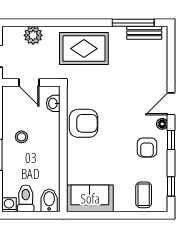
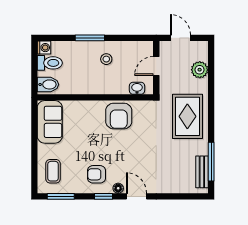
window: (171, 186) -> (61, 196), width x1.50
coffee table: (144, 195) -> (53, 171), turned 90

